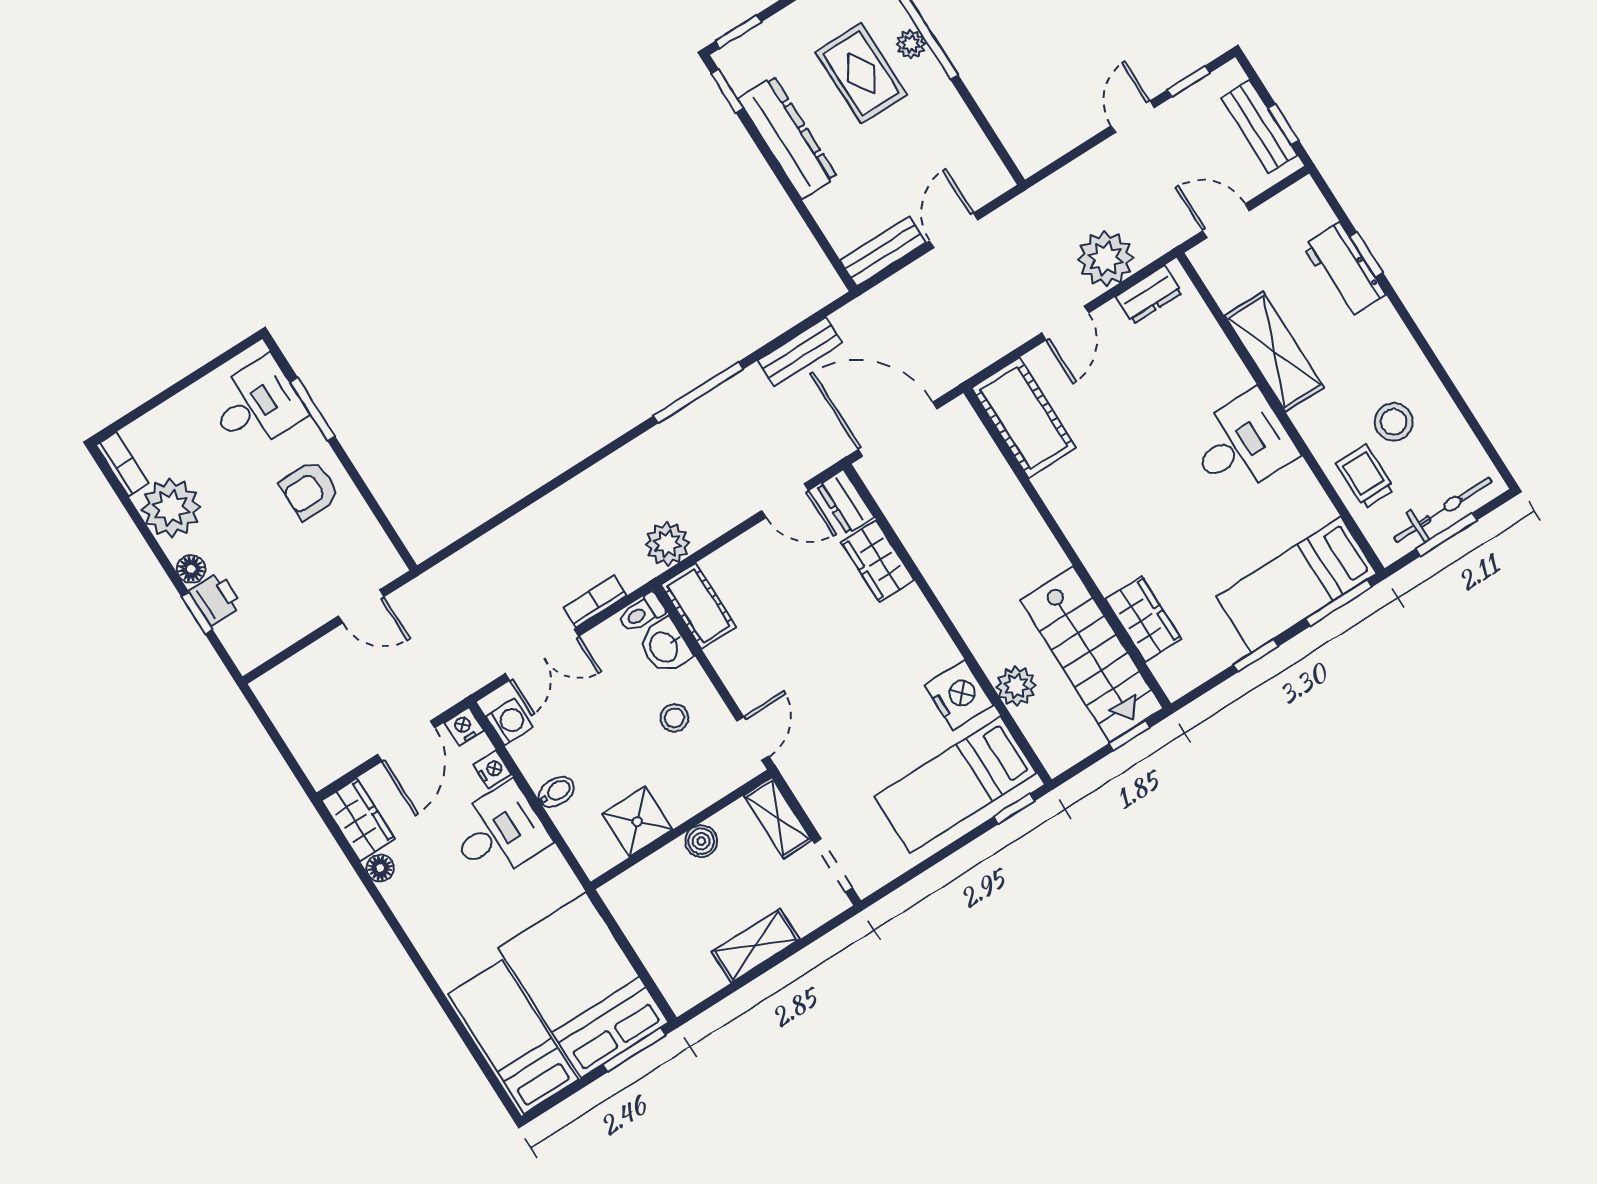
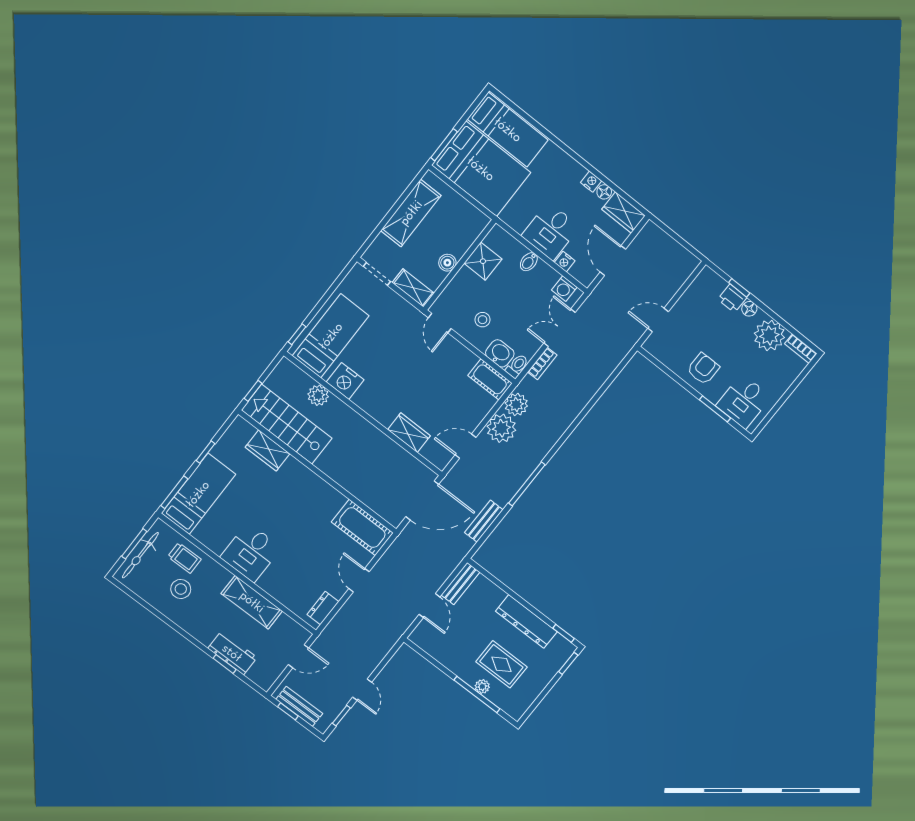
plant: (1106, 259) -> (501, 428), moved
dresser: (845, 502) -> (435, 456), removed
nightstand: (464, 726) -> (591, 182), moved, turned -90
shelving: (756, 946) -> (411, 213), width x1.50, depth x1.33

